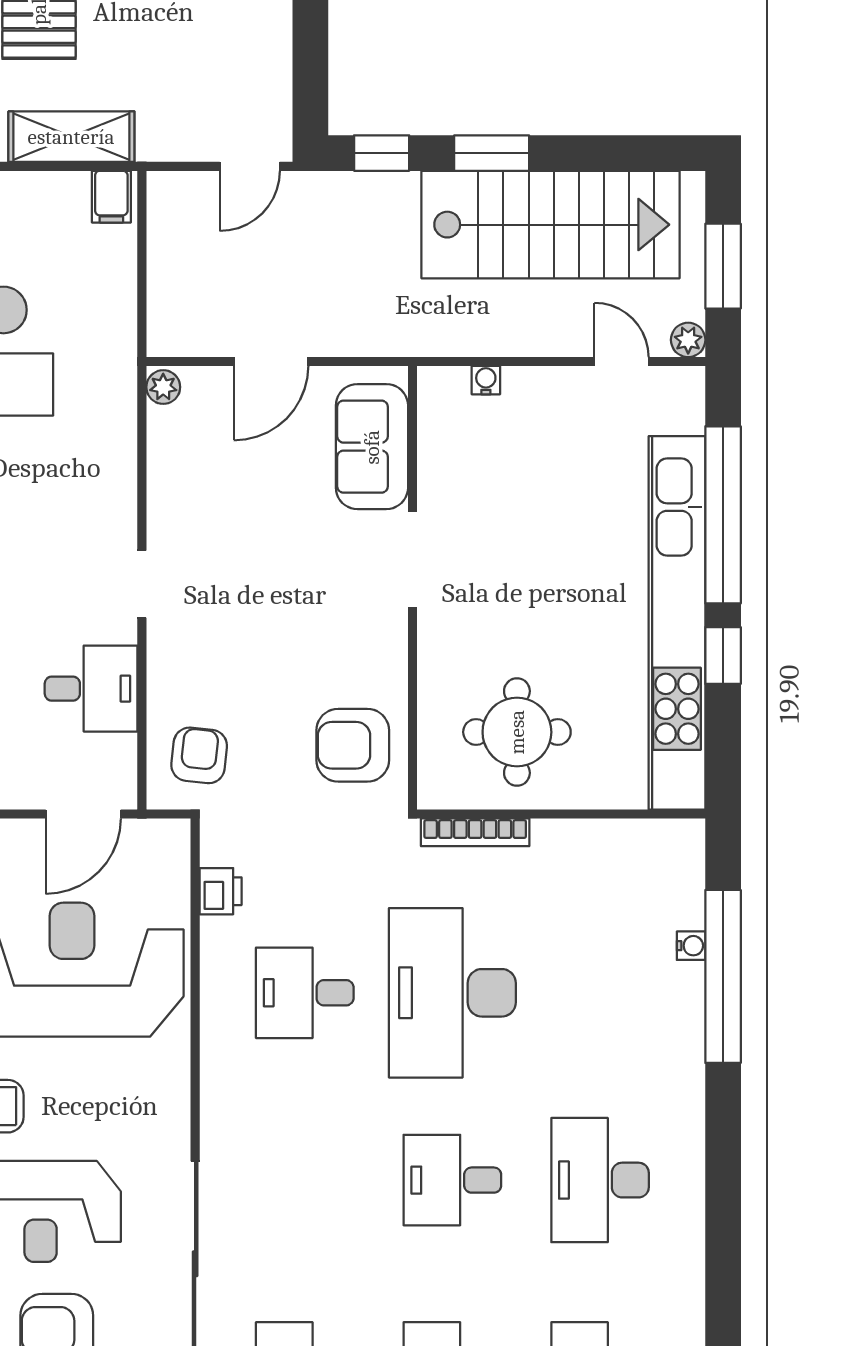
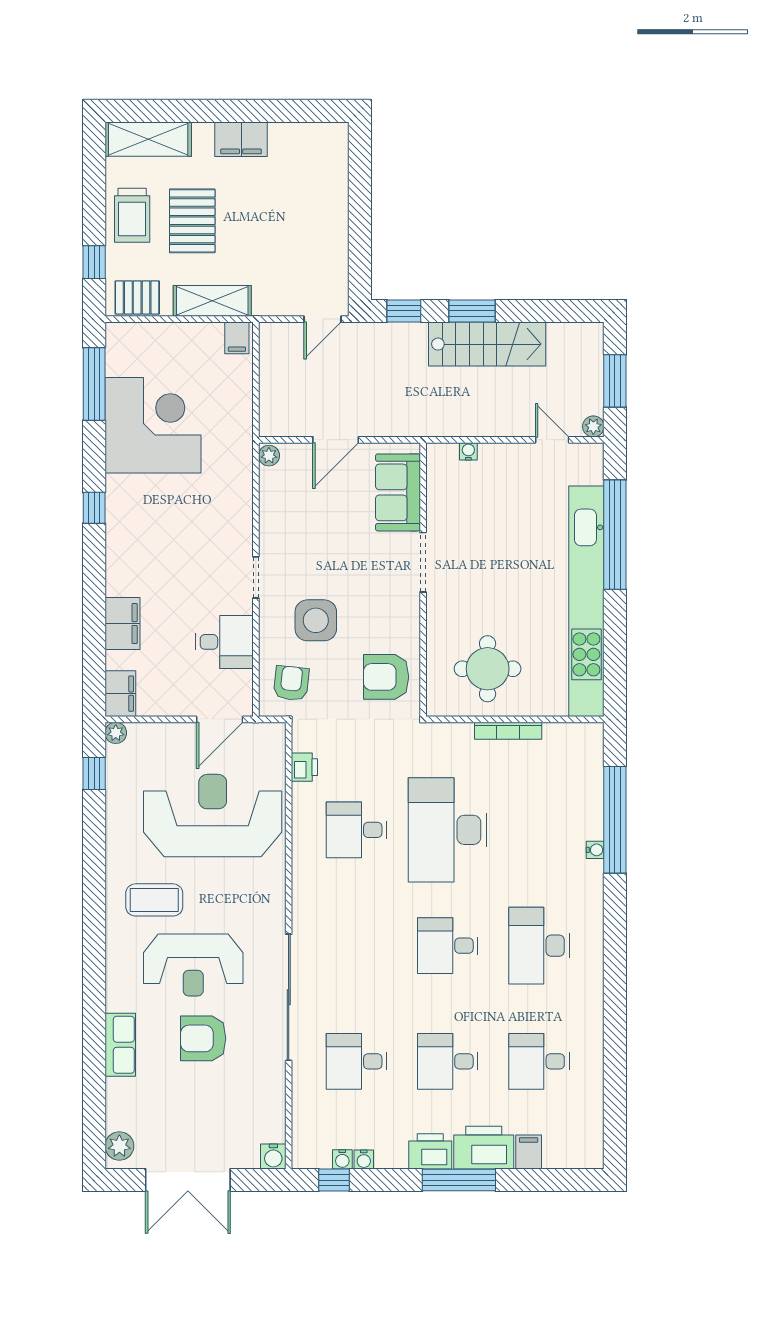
stairs: (551, 225) -> (487, 344), width x0.73, depth x0.66
side table: (239, 654) -> (316, 620), added
window: (723, 655) -> (615, 621), removed
bookcase: (475, 832) -> (508, 731), moved
water cooler: (691, 946) -> (595, 850), moved

